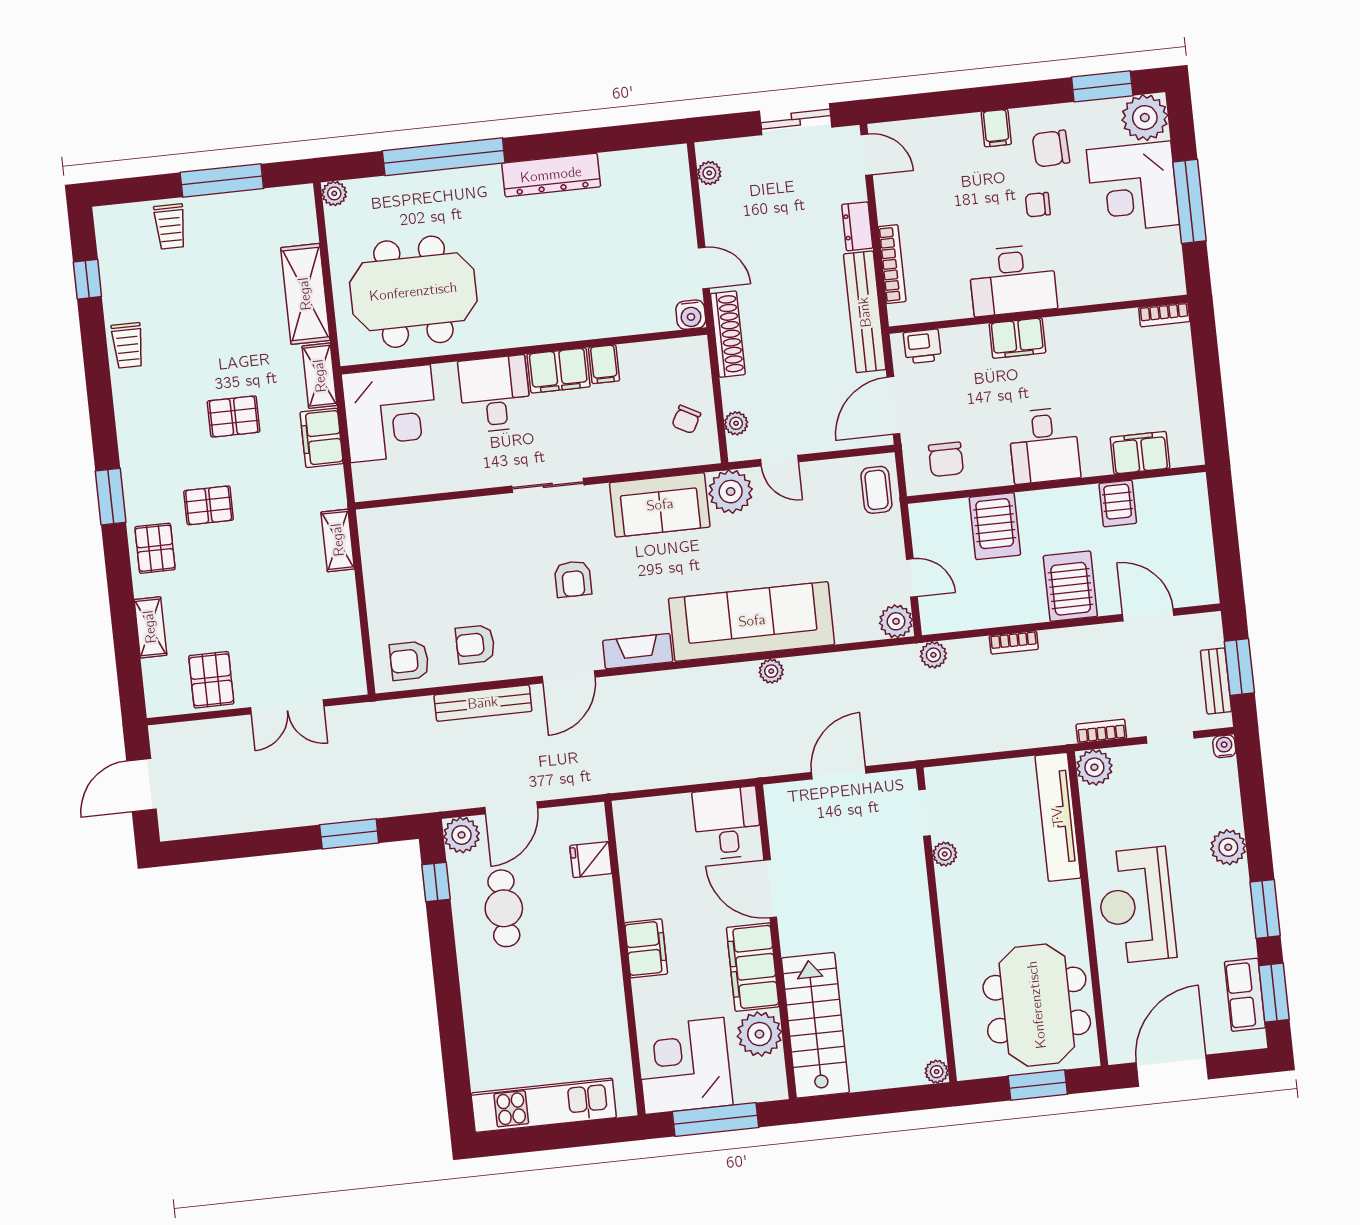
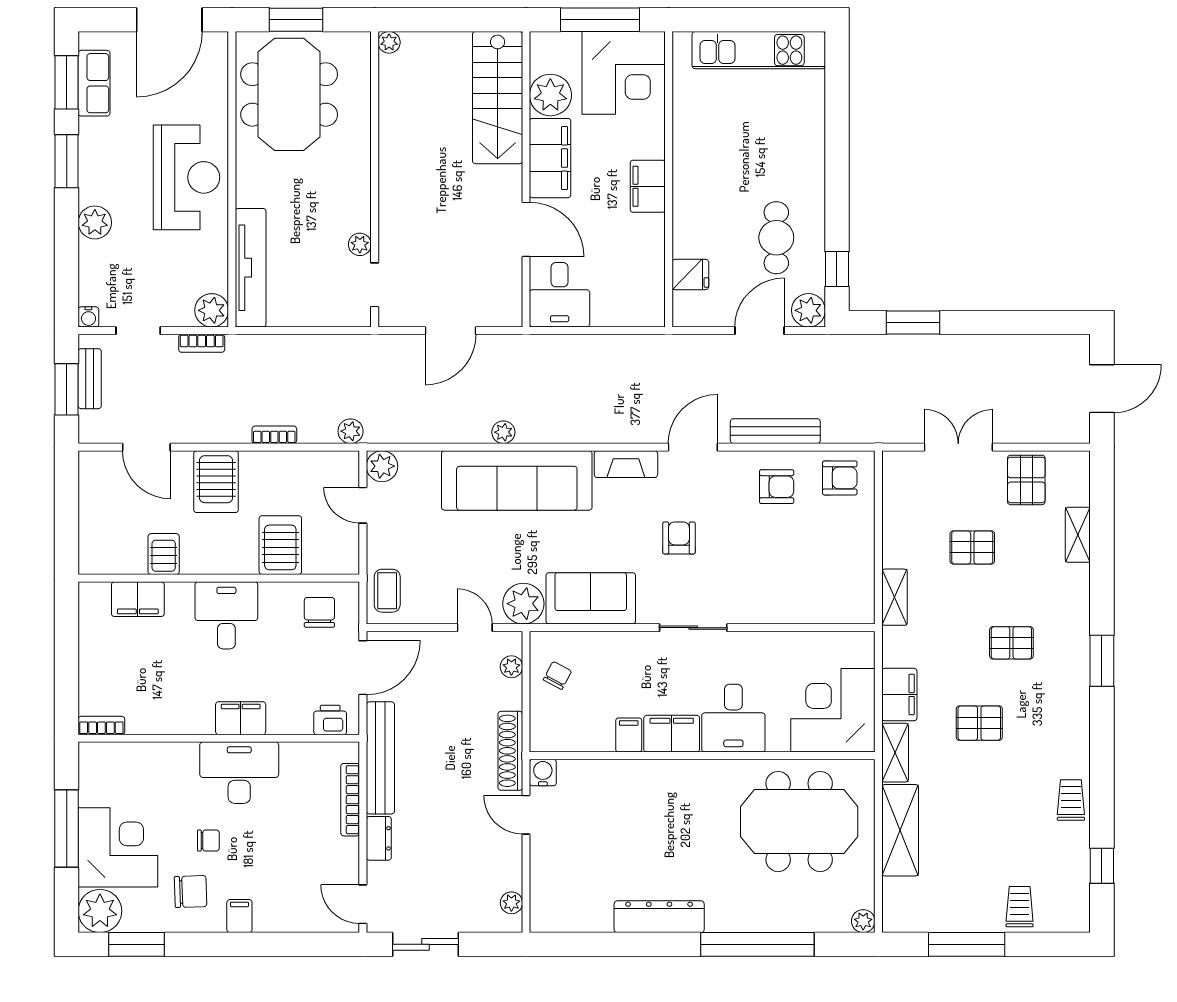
pallet: (155, 548) -> (972, 547), moved, turned 90

